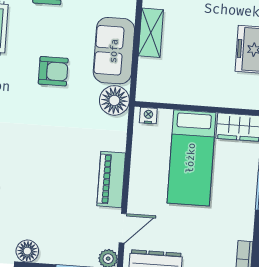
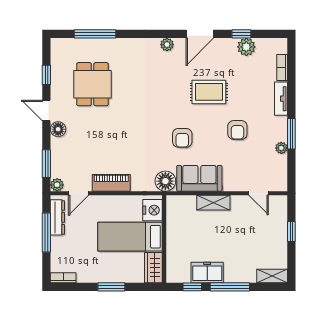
nightstand: (148, 116) -> (153, 210), width x1.89, depth x1.79
door: (123, 228) -> (78, 193), hinge flipped

